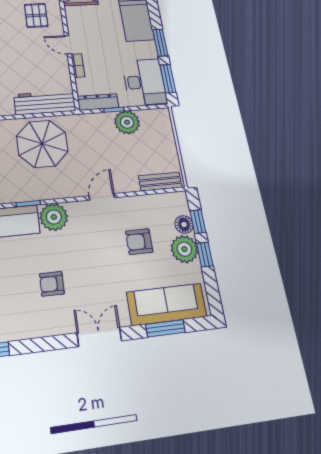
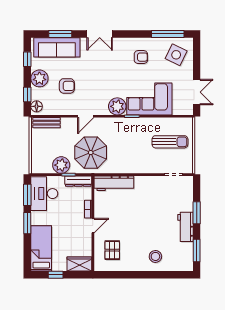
door: (68, 45) -> (93, 226), hinge flipped
parasol: (42, 144) -> (91, 153), moved
floor lamp: (184, 224) -> (37, 106), moved
window: (205, 255) -> (27, 59), moved
armchair: (52, 284) -> (141, 57), moved

